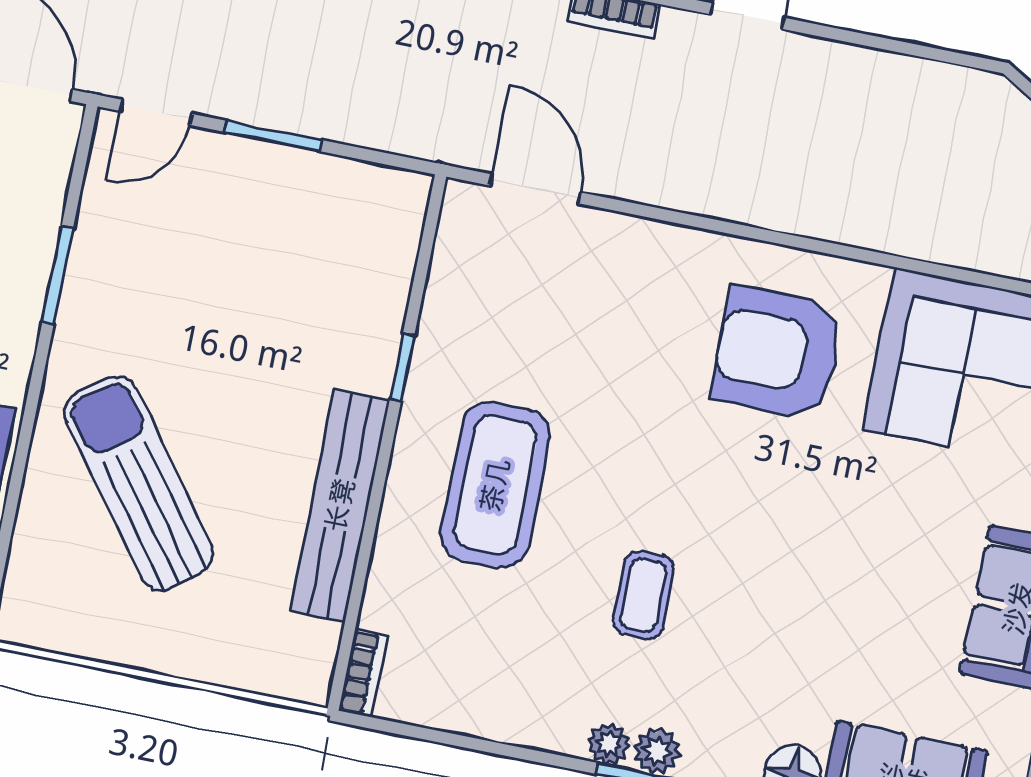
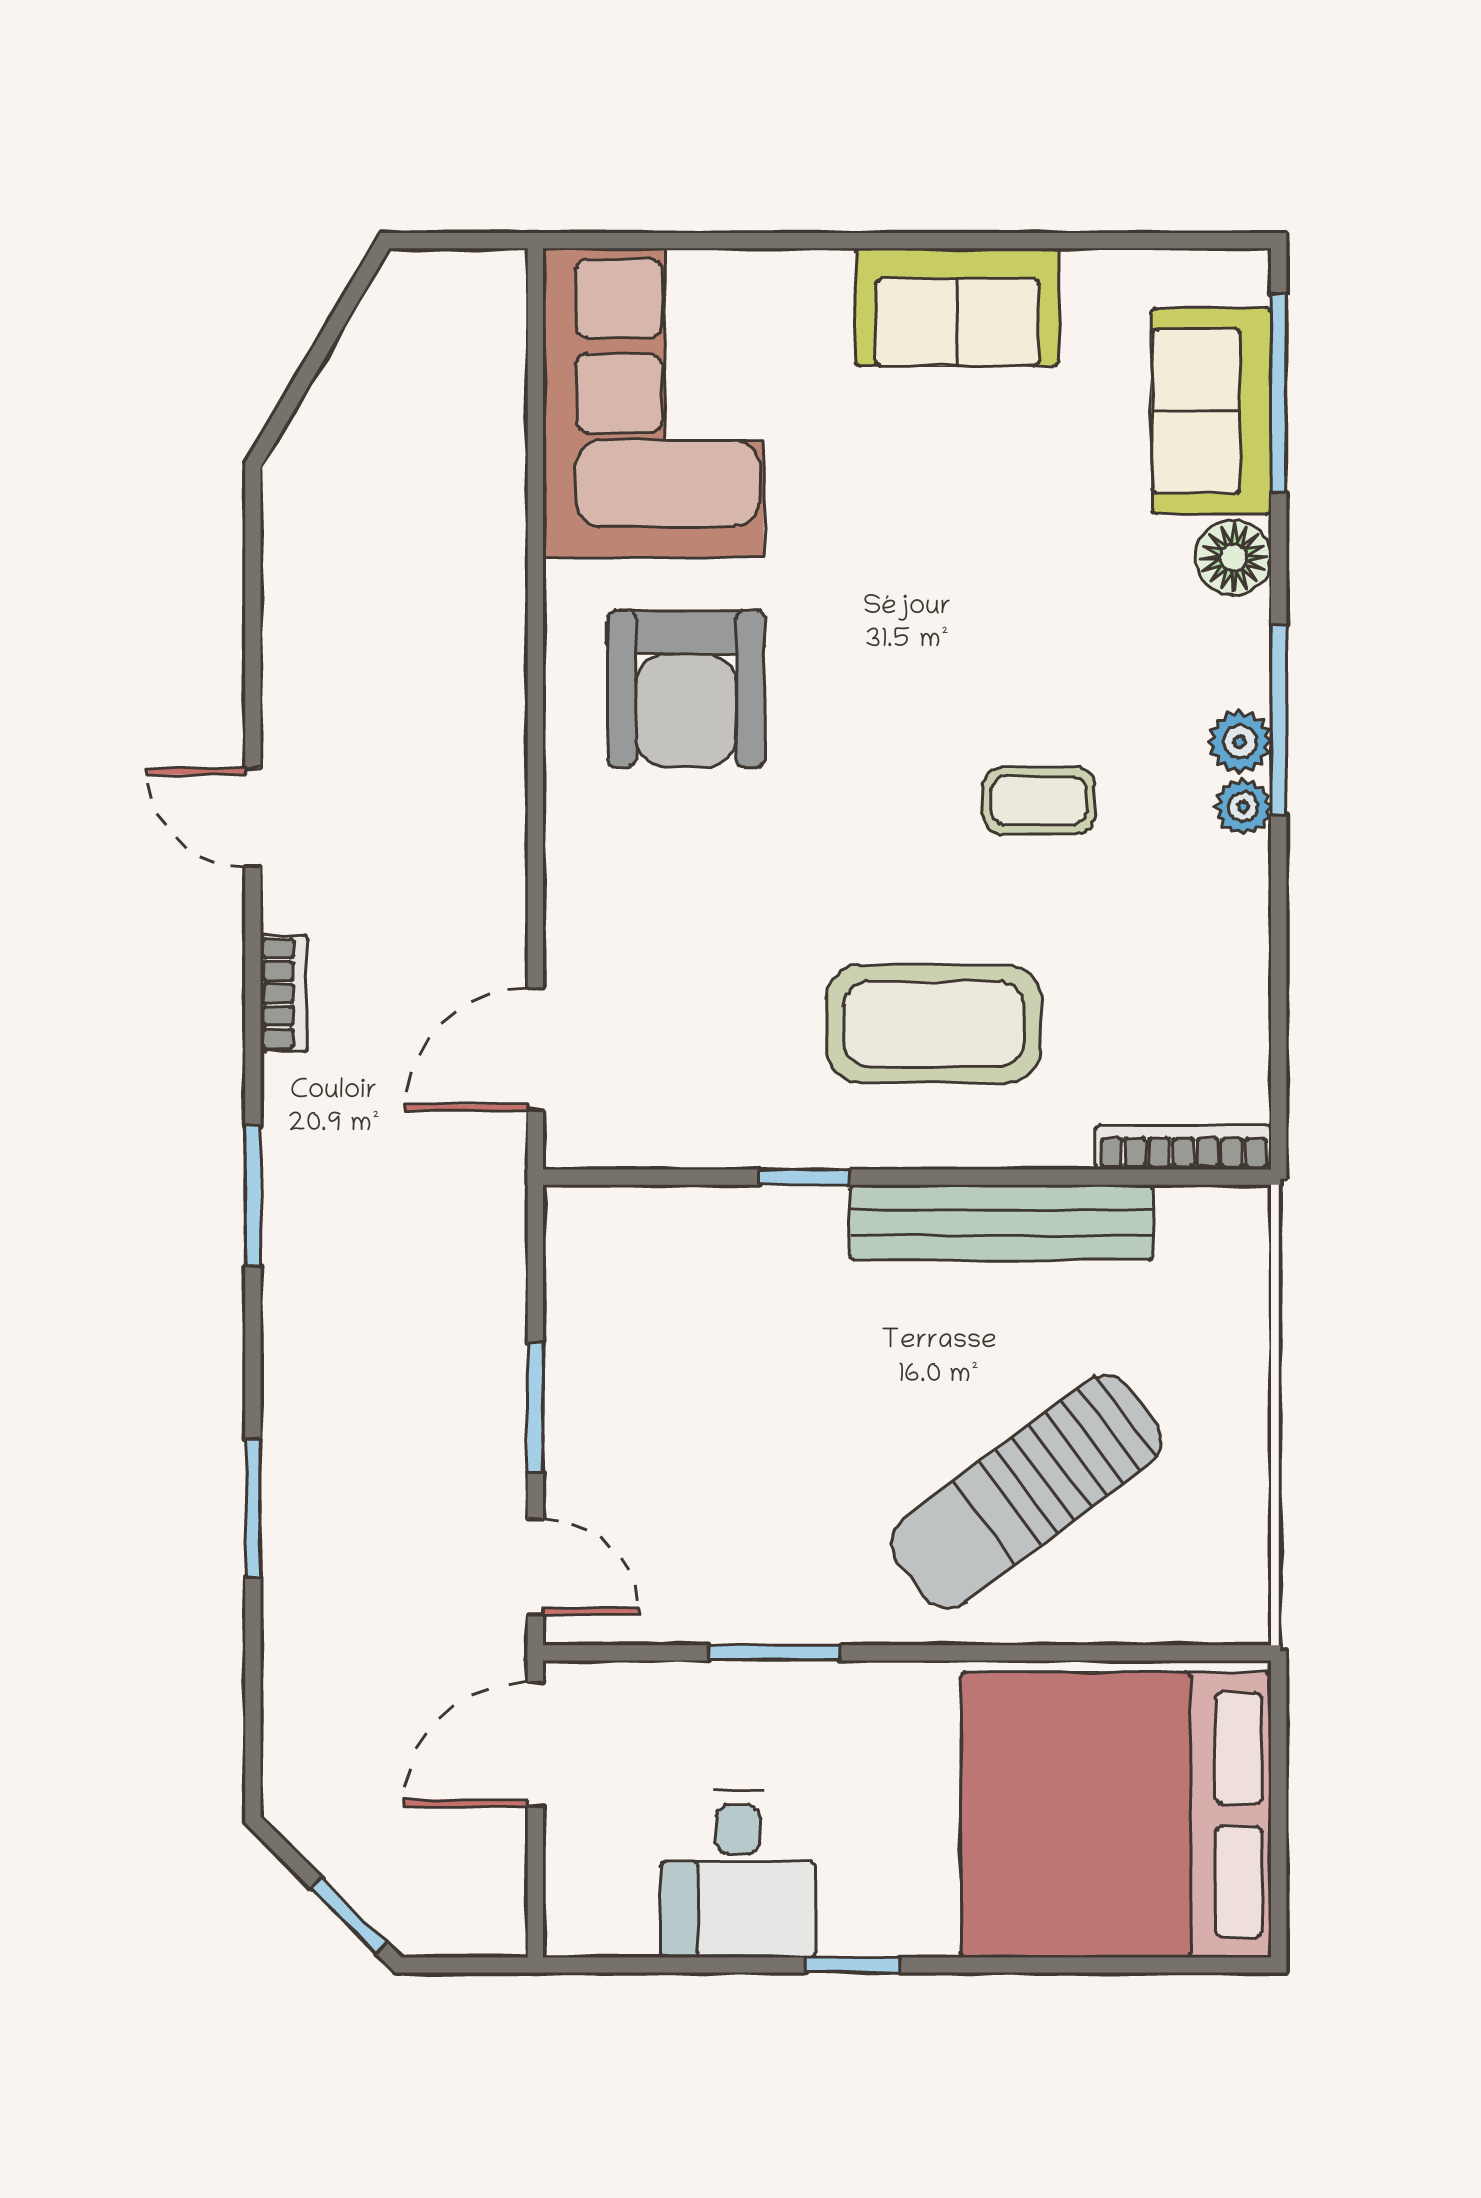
bookcase: (363, 673) -> (1183, 1147), width x1.56

